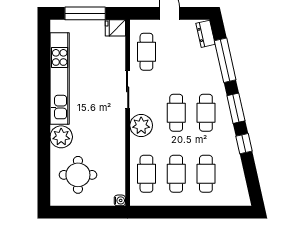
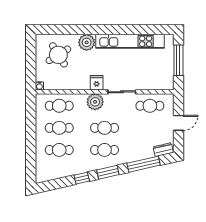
fridge: (115, 28) -> (97, 83), moved
round table: (78, 175) -> (58, 55), turned -32

